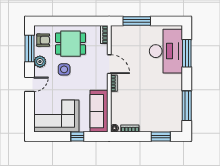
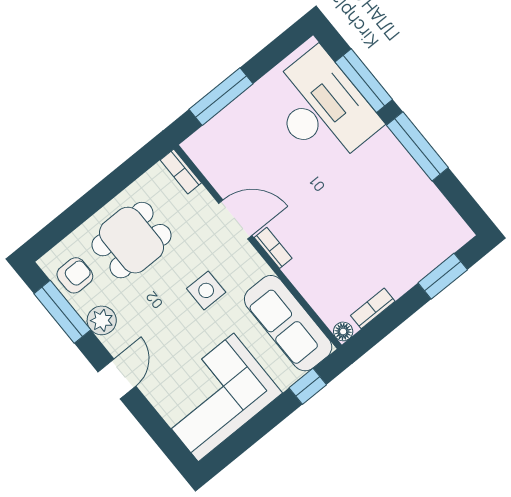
side table: (64, 69) -> (206, 290), moved
window: (187, 106) -> (417, 146), moved
window: (77, 136) -> (308, 386), moved

